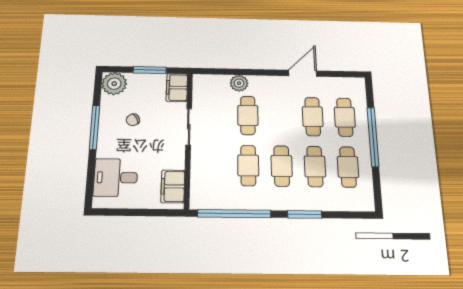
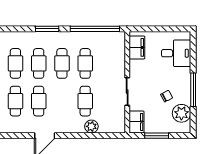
plant: (114, 84) -> (181, 113), moved

